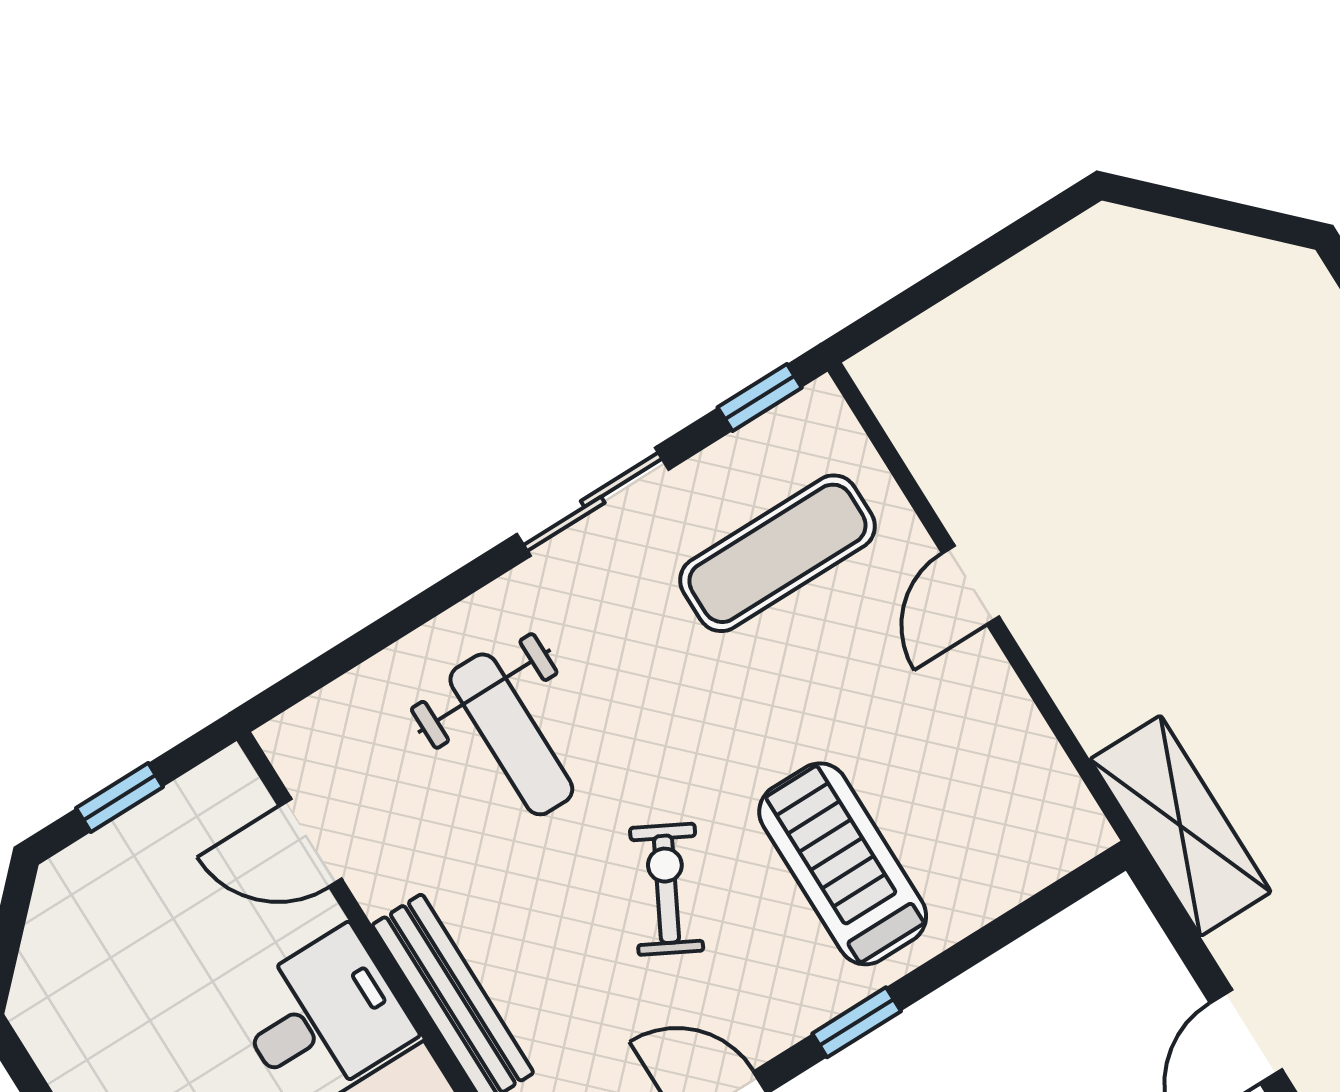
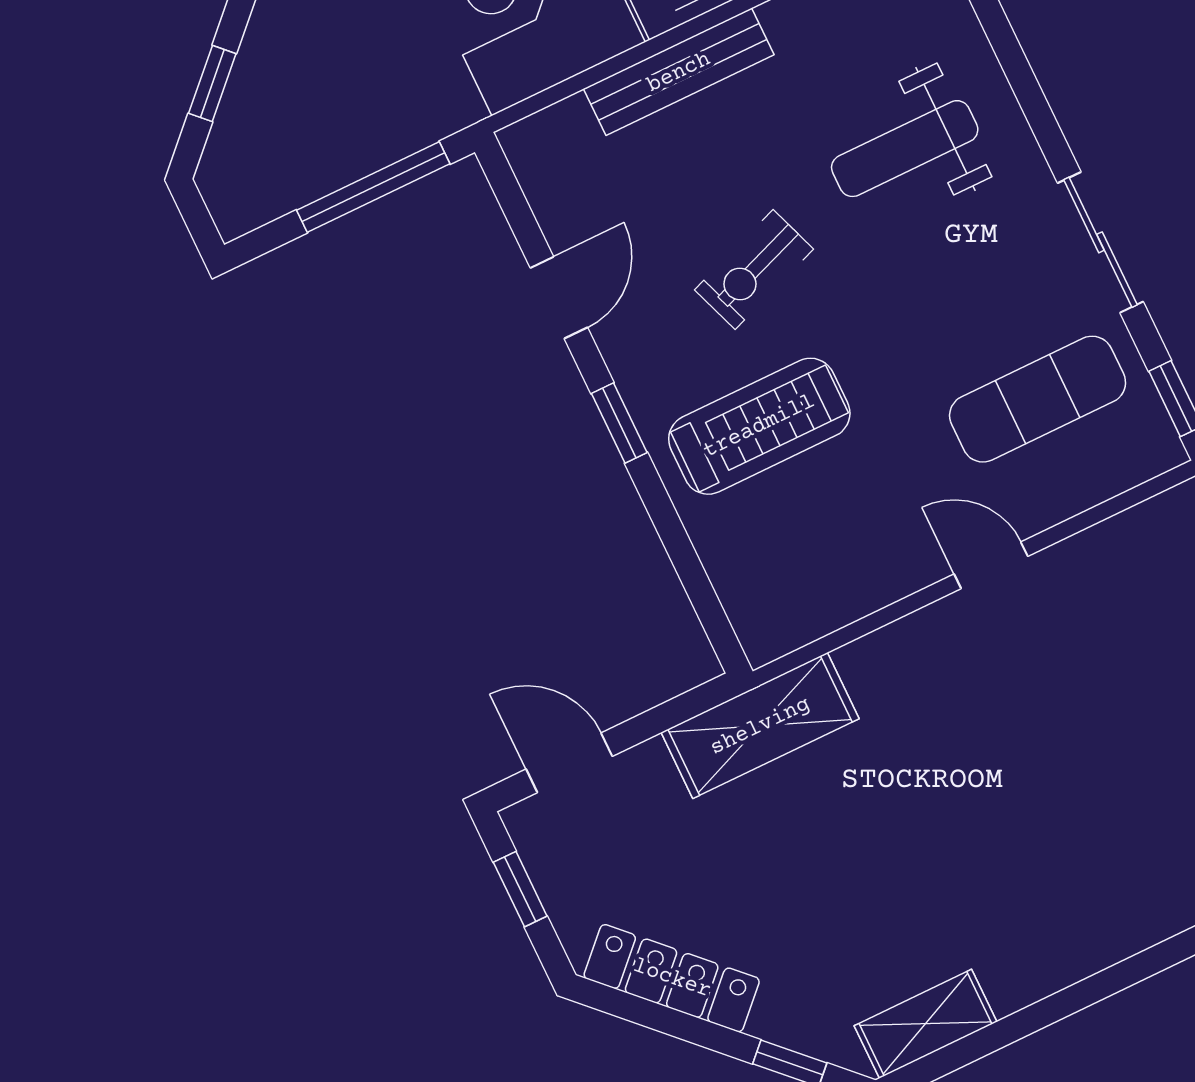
exercise mat: (777, 553) -> (1038, 399), turned 90
exercise bike: (667, 889) -> (754, 269), turned 132

